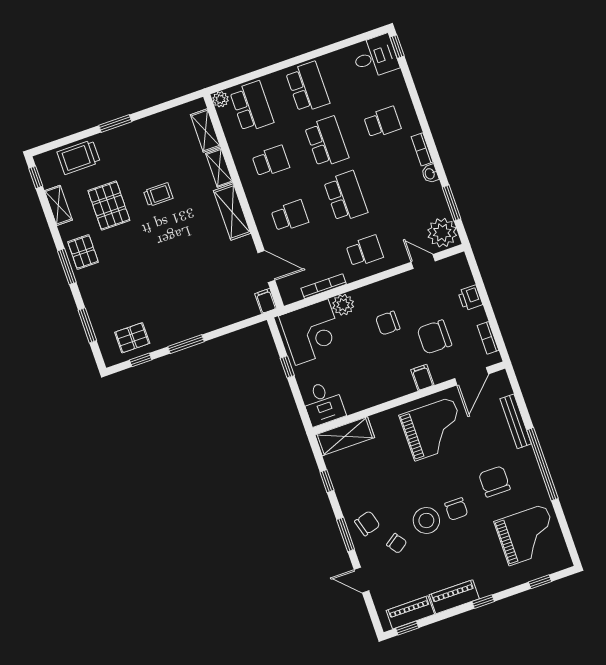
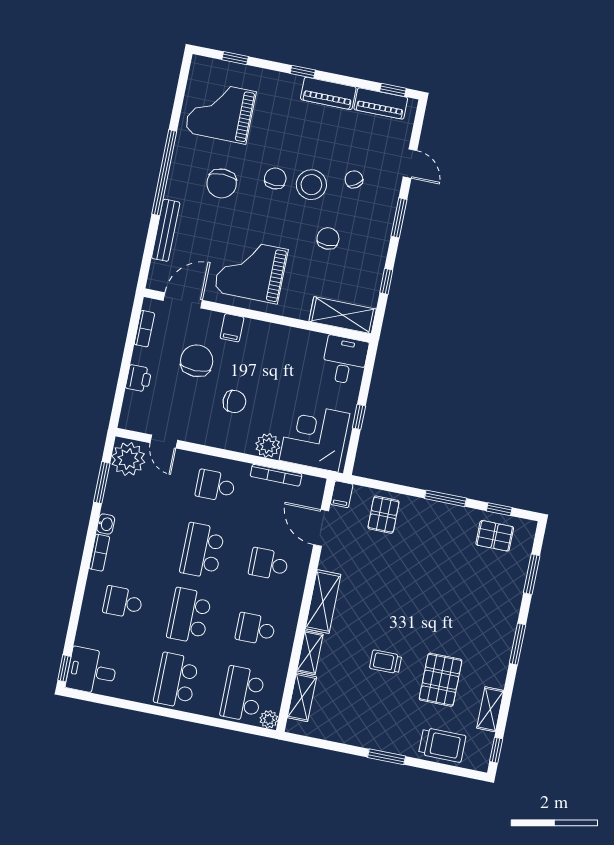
pallet: (83, 252) -> (384, 515), moved
chair: (434, 337) -> (197, 361), turned -90
chair: (367, 523) -> (328, 238), moved, turned 106

